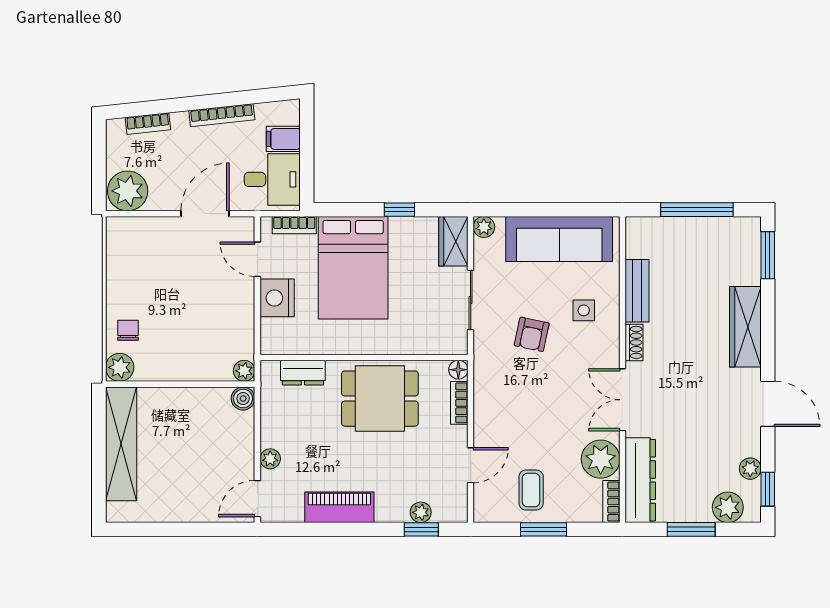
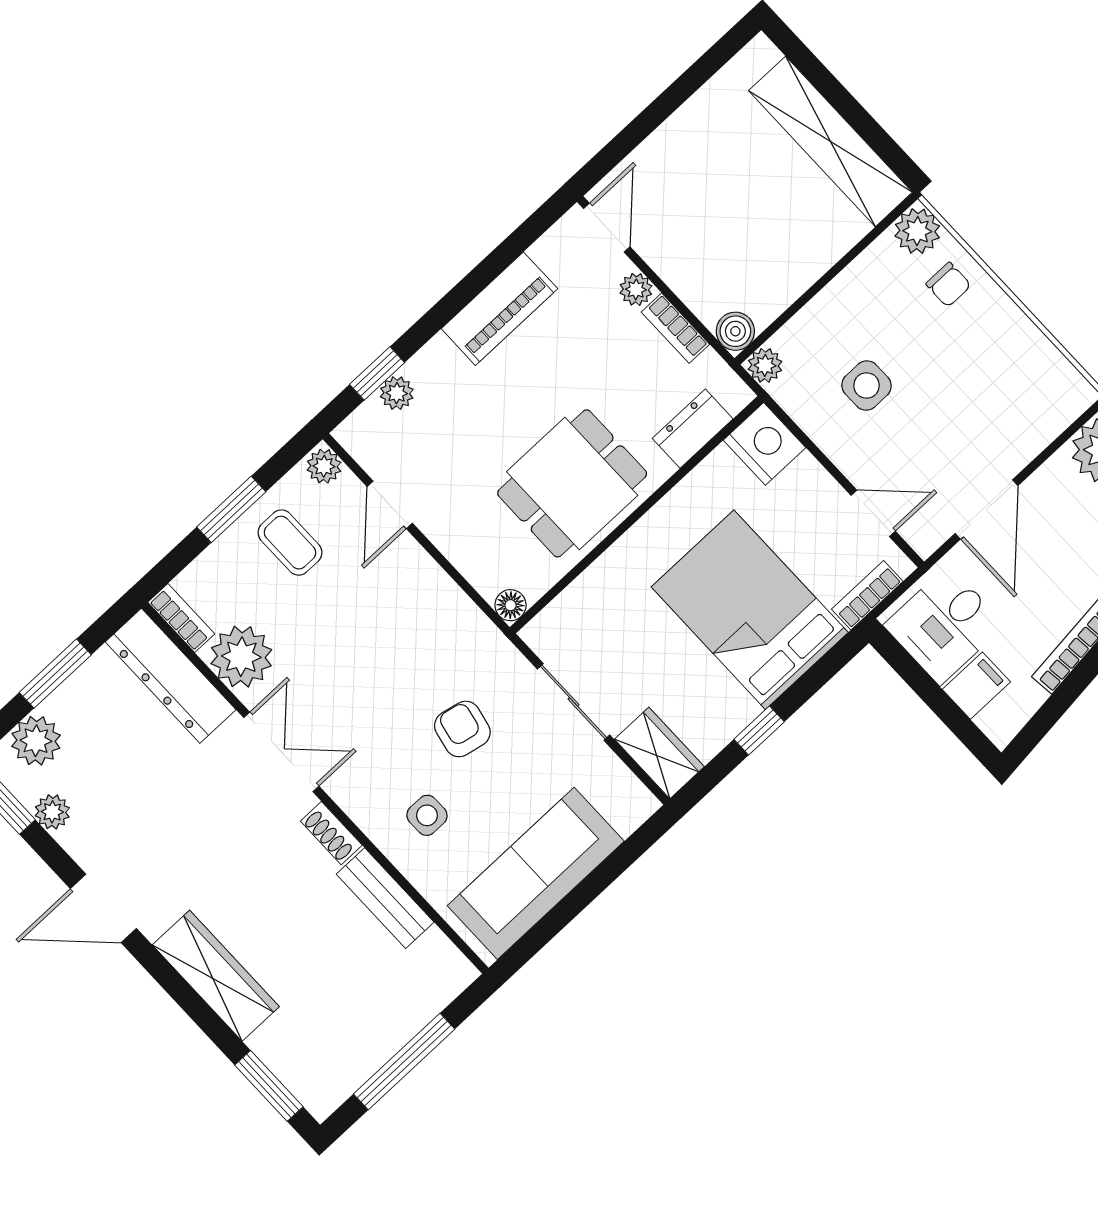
plant: (484, 227) -> (324, 466), moved
nightstand: (277, 298) -> (764, 444), moved
side table: (207, 319) -> (867, 386), added
bookcase: (459, 403) -> (675, 328), moved, turned 180

